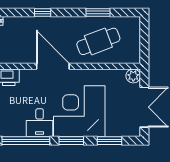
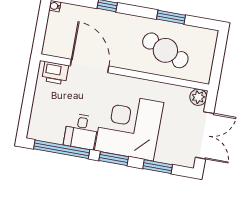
cafe table: (98, 41) -> (165, 50), turned 43
door: (53, 66) -> (90, 66), moved

